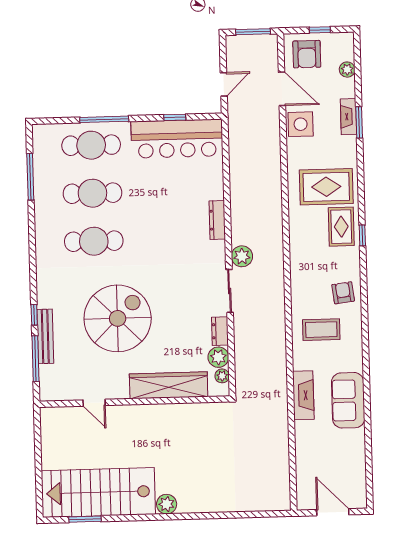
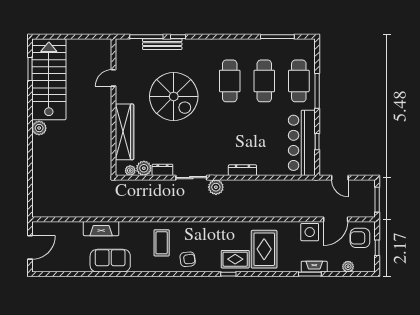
fireplace: (303, 395) -> (101, 229), moved

